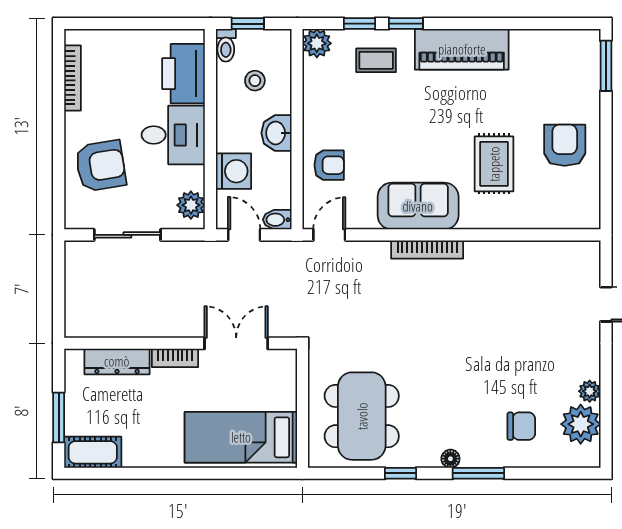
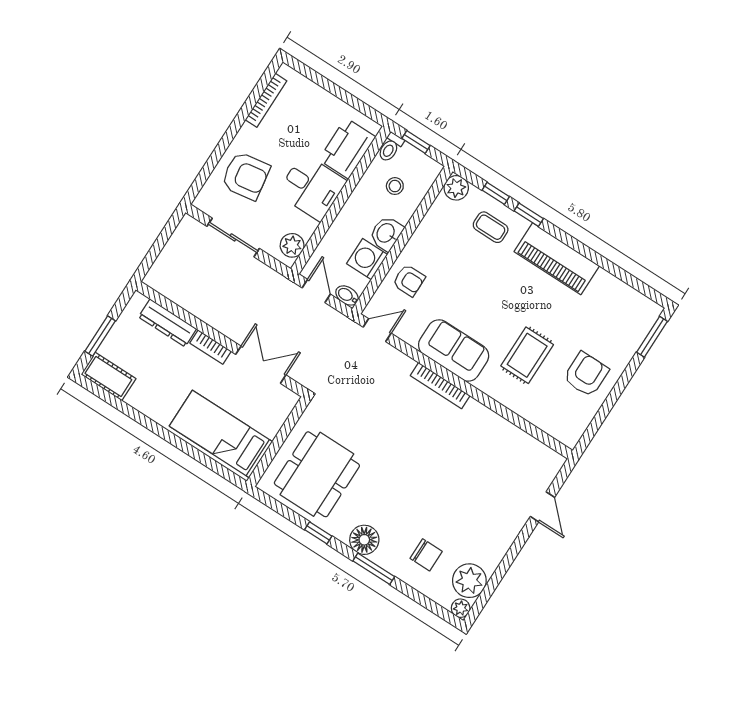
washing machine: (233, 171) -> (367, 259), moved, turned 180
plant: (590, 391) -> (461, 608), moved
floor lamp: (450, 459) -> (364, 540), width x1.89, depth x1.89

